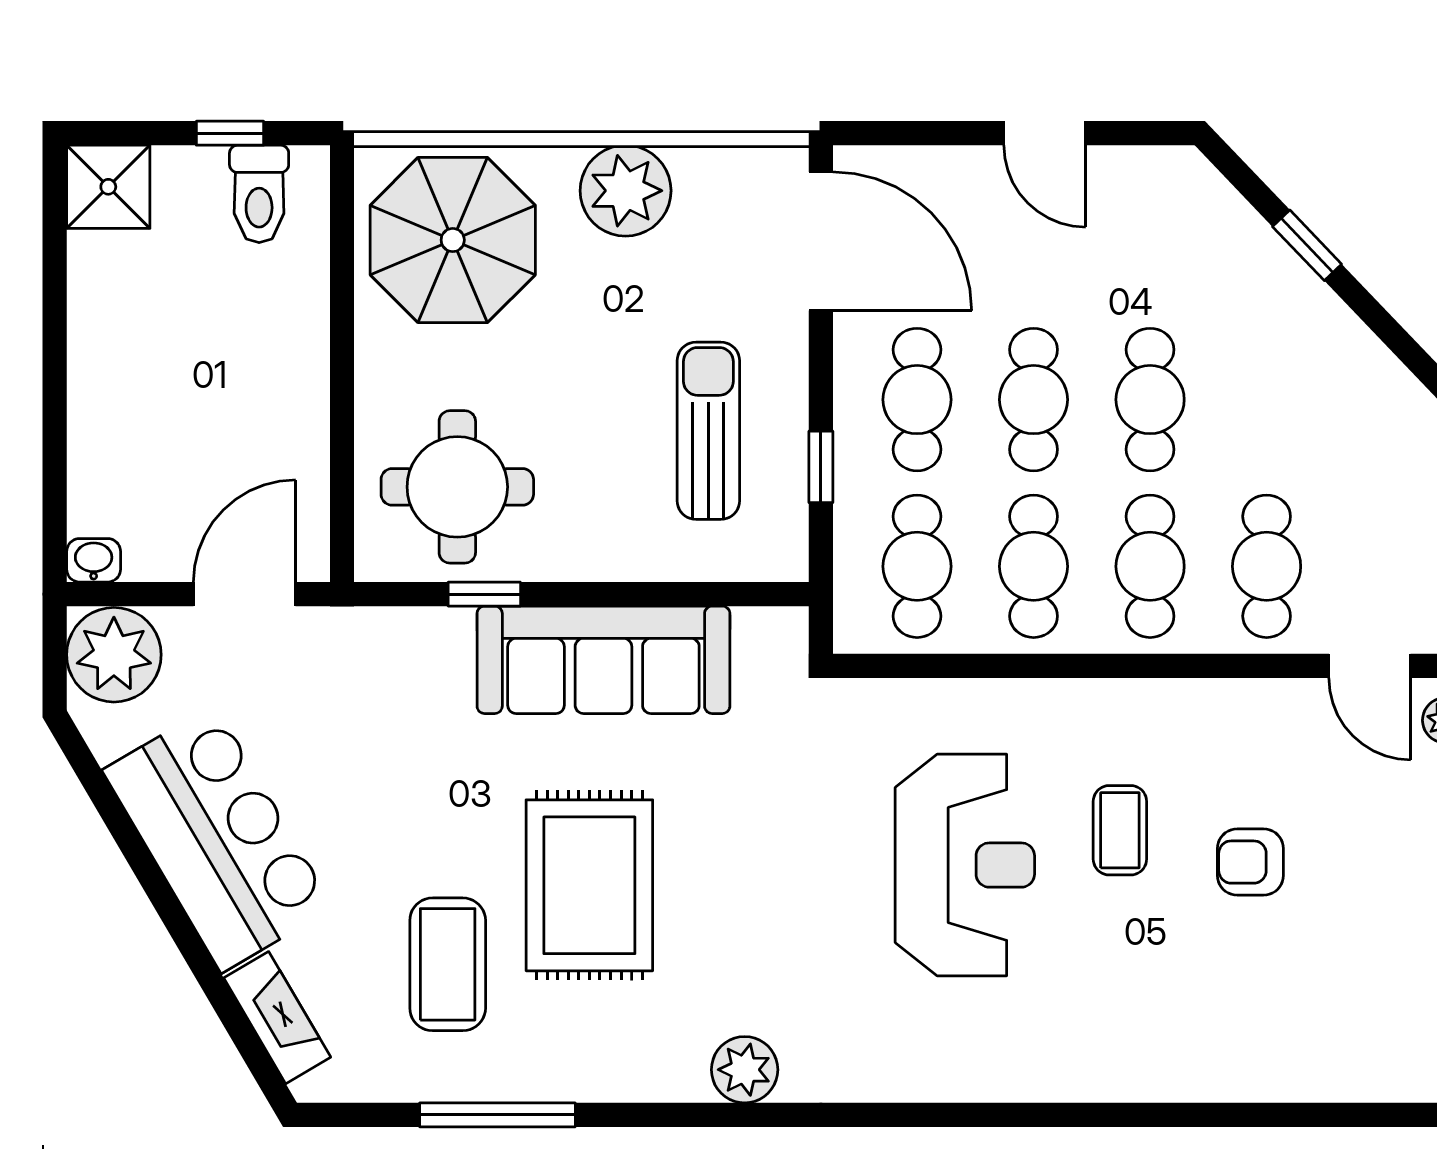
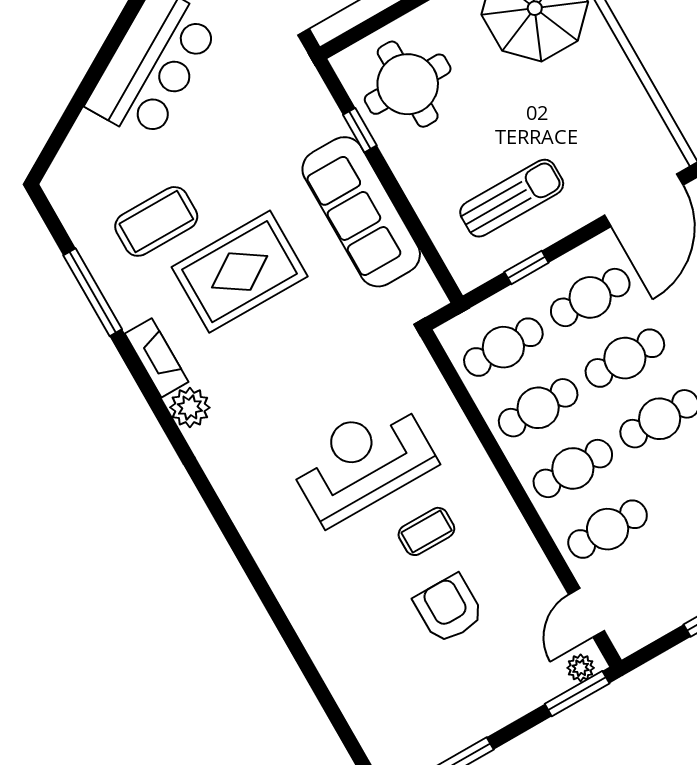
plant: (626, 191) -> (612, 83), removed
armchair: (1250, 862) -> (449, 609), width x1.38, depth x1.38
reception desk: (965, 865) -> (362, 461), turned 180
fireplace: (277, 1018) -> (157, 358), moved, turned -60

